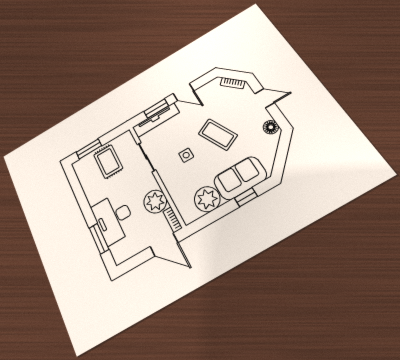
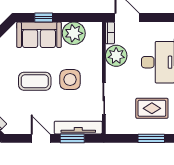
coffee table: (218, 134) -> (35, 81), turned -64
side table: (186, 155) -> (70, 80), width x1.87, depth x1.87
rug: (108, 161) -> (152, 108), moved, turned 90

